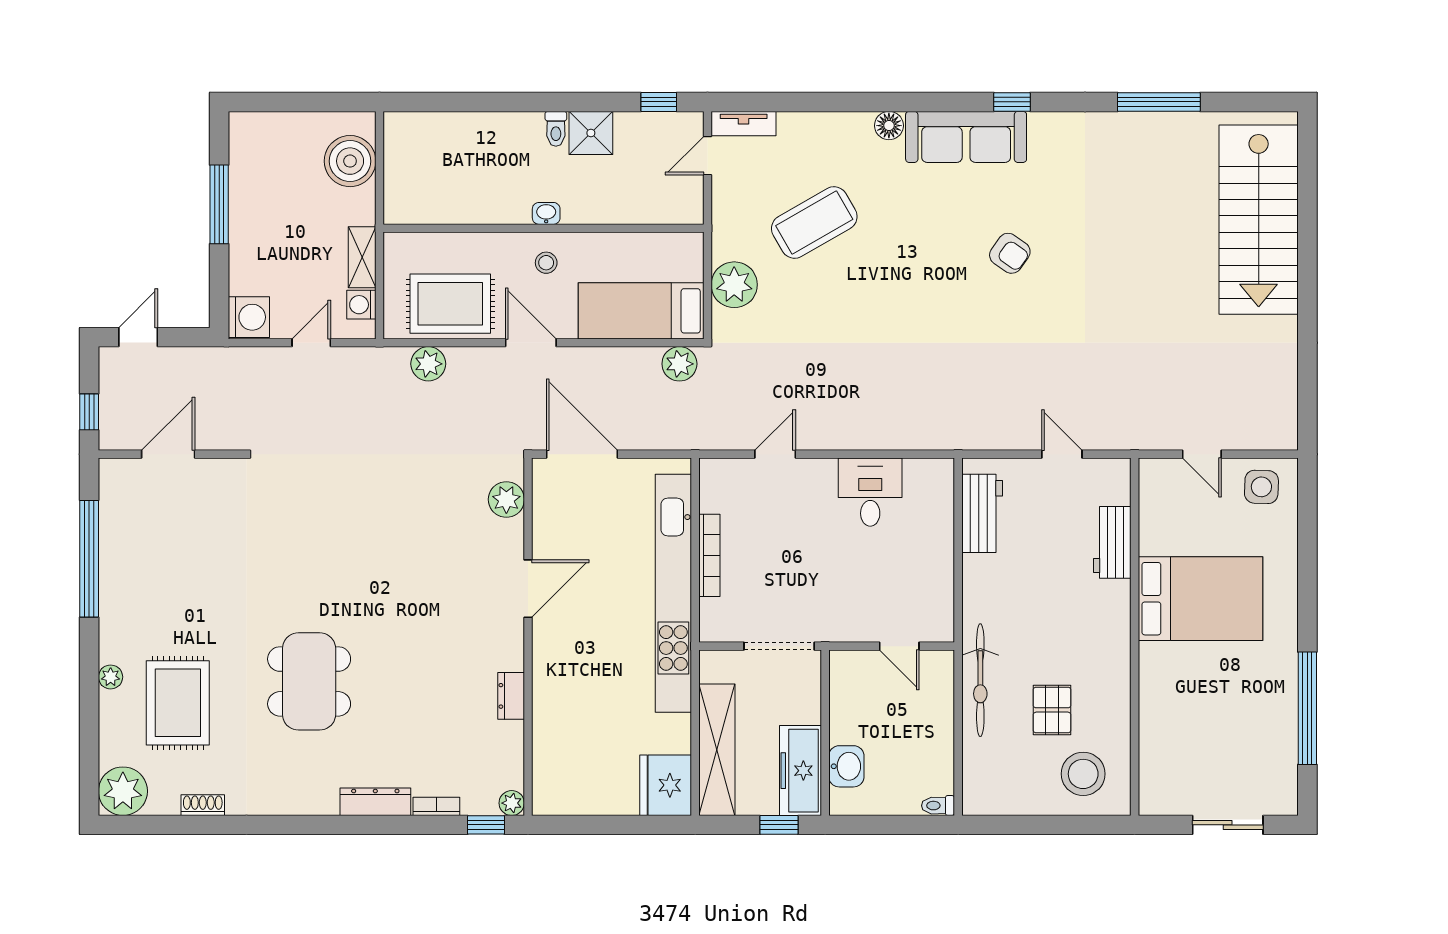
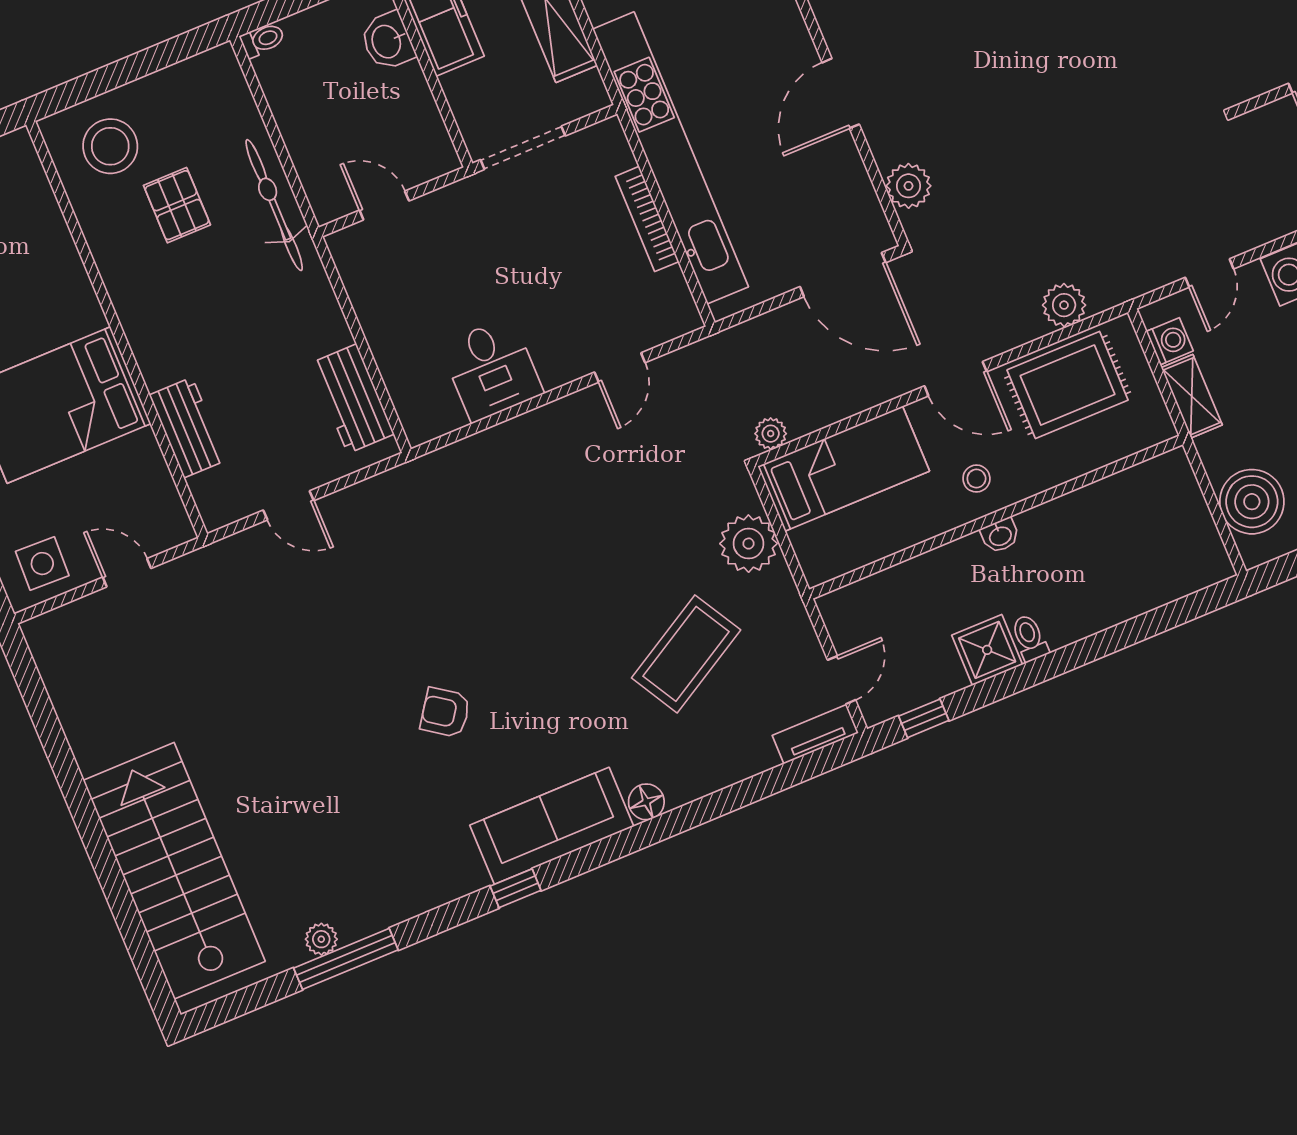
plant: (1171, 124) -> (321, 939), added
plant: (679, 364) -> (771, 434), width x0.73, depth x0.73

